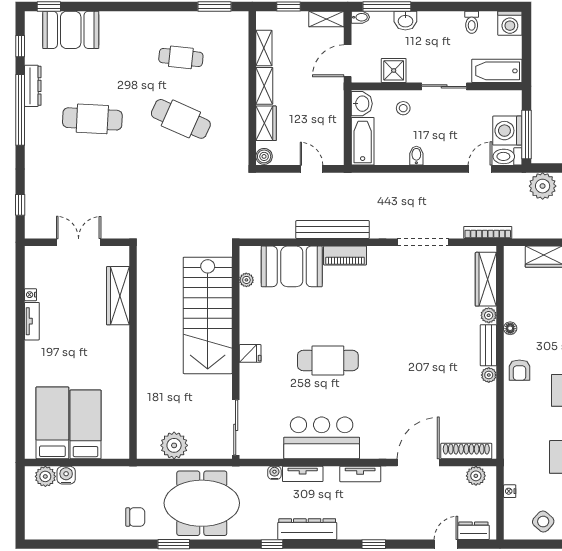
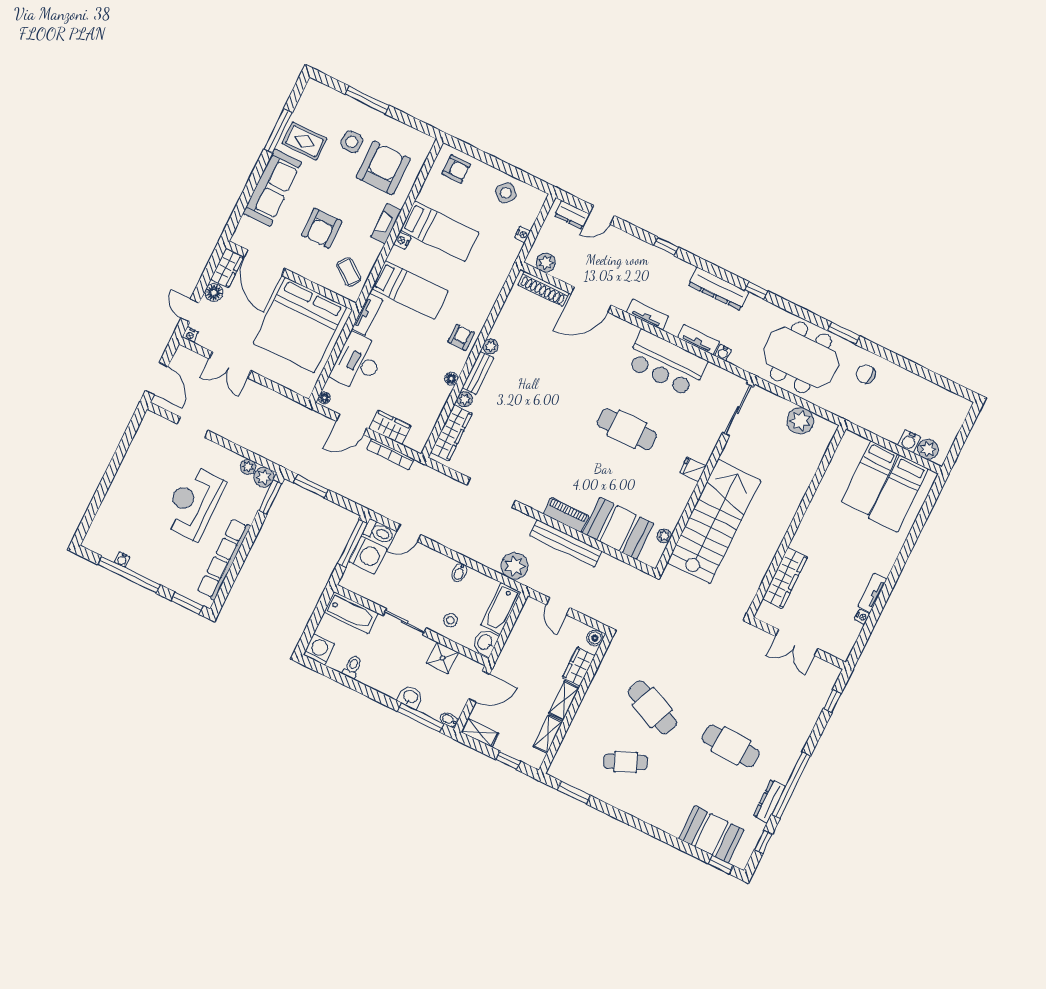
cafe table: (181, 57) -> (626, 762), turned -30
plant: (543, 186) -> (515, 566), moved
bookcase: (488, 233) -> (390, 454), moved

